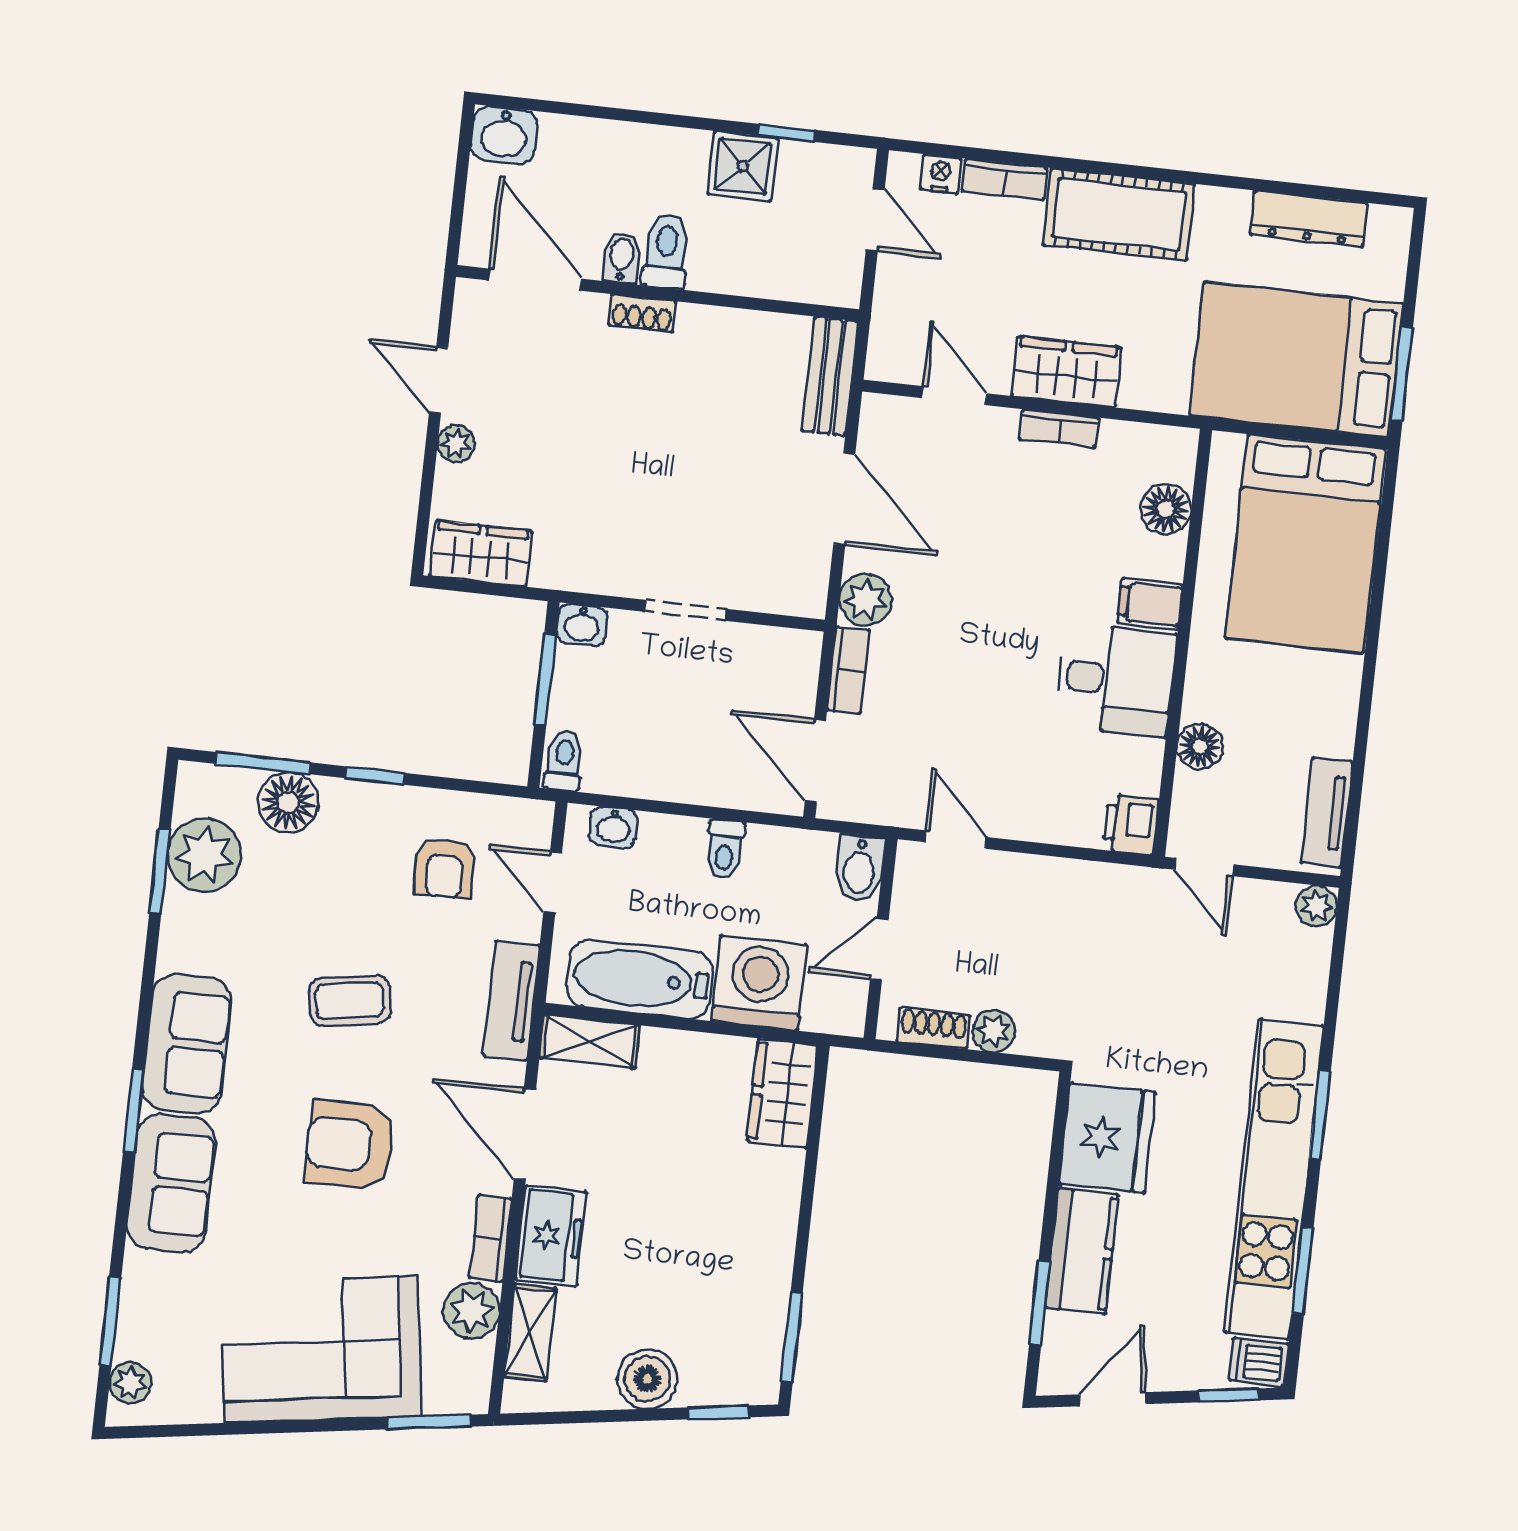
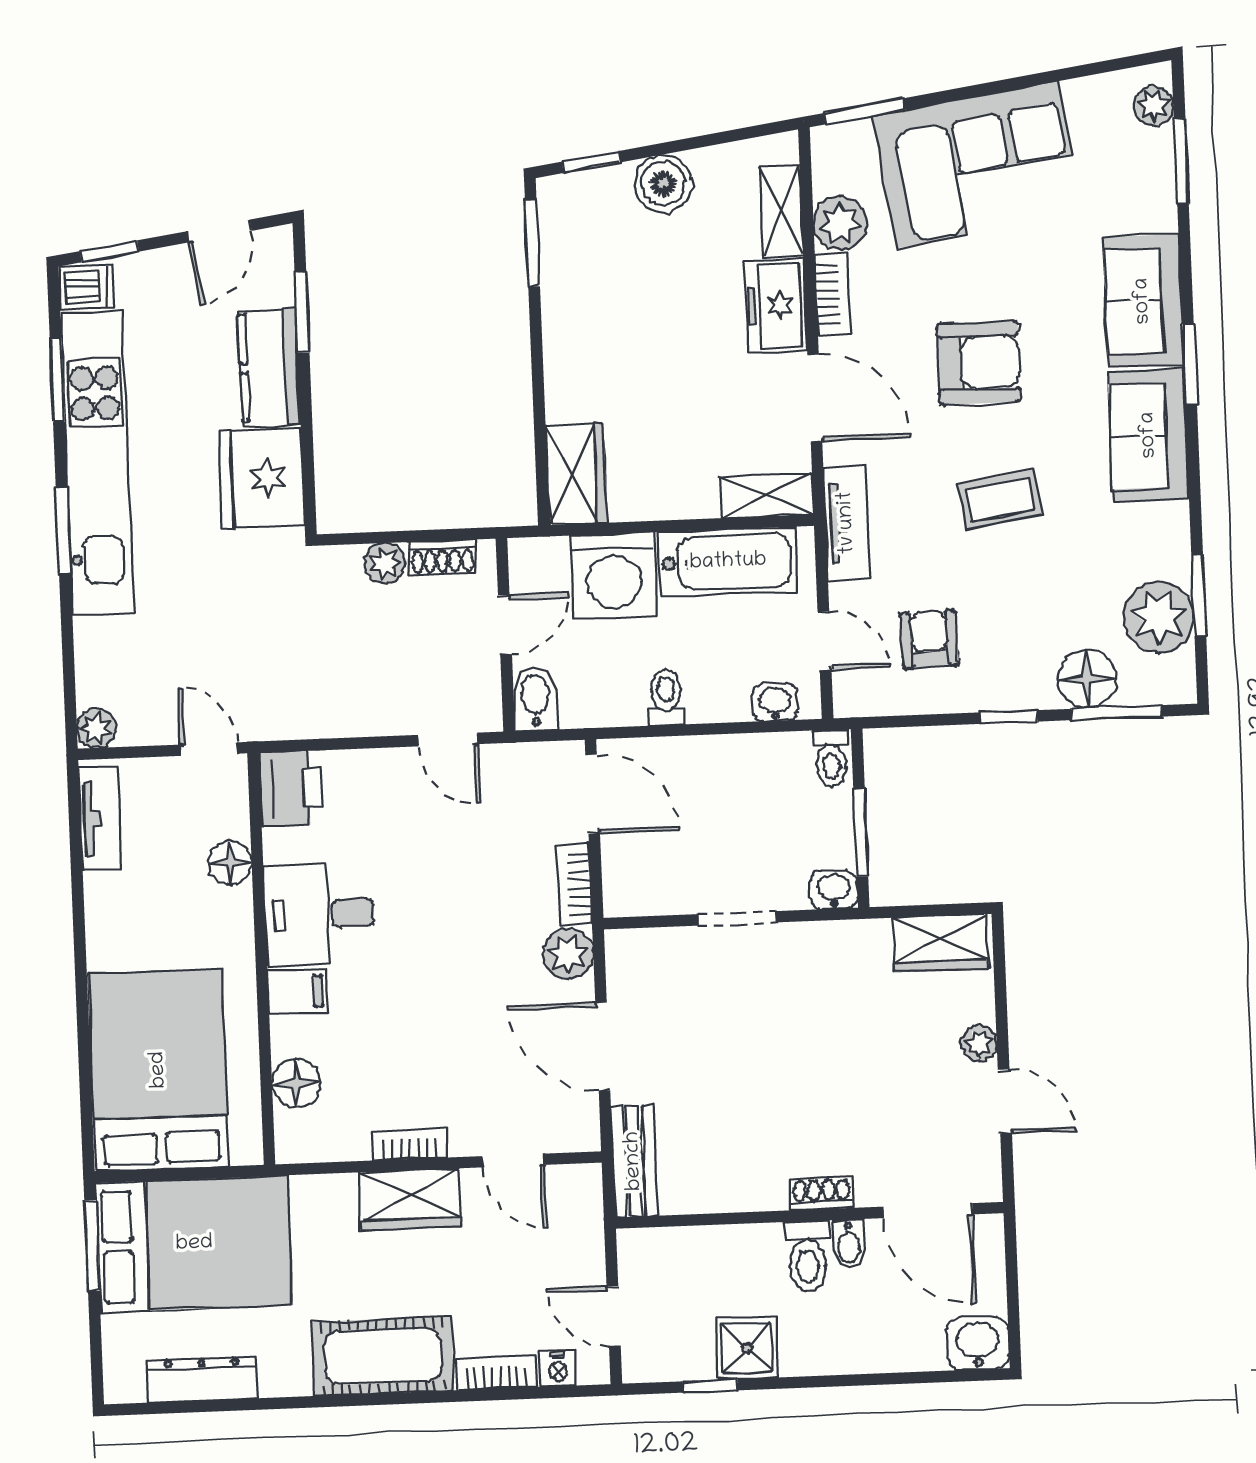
printer: (1131, 825) -> (291, 788), width x1.36, depth x1.24

